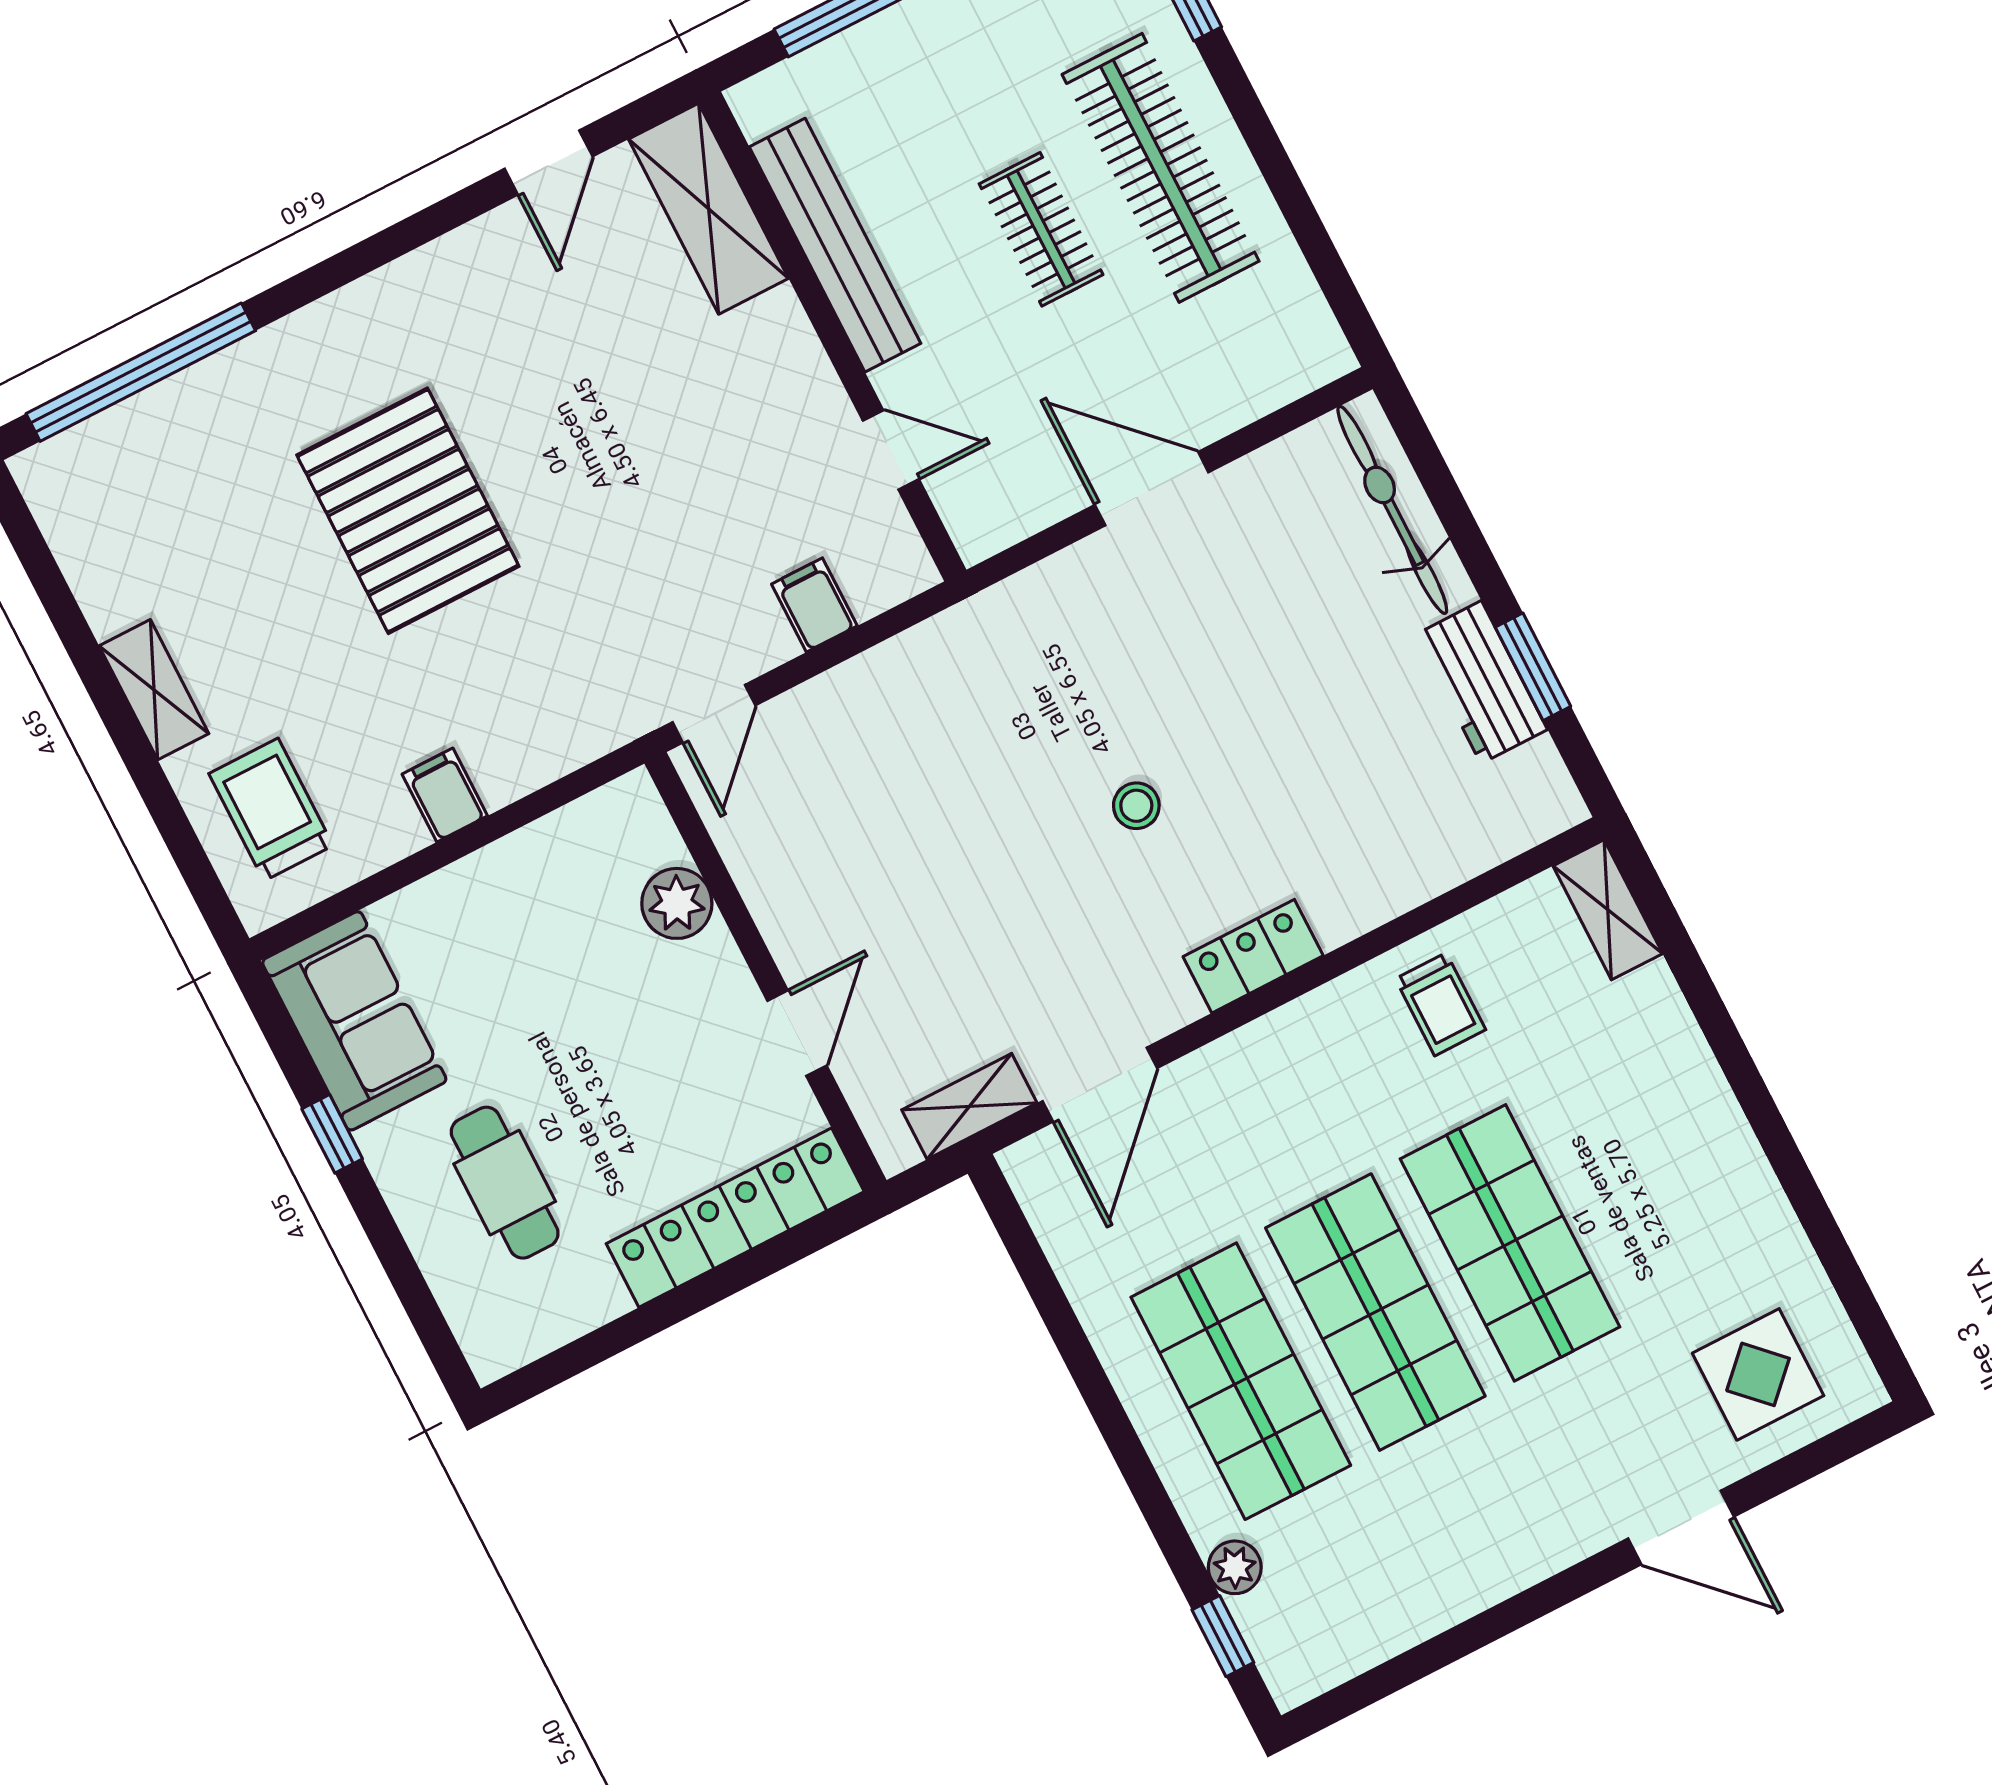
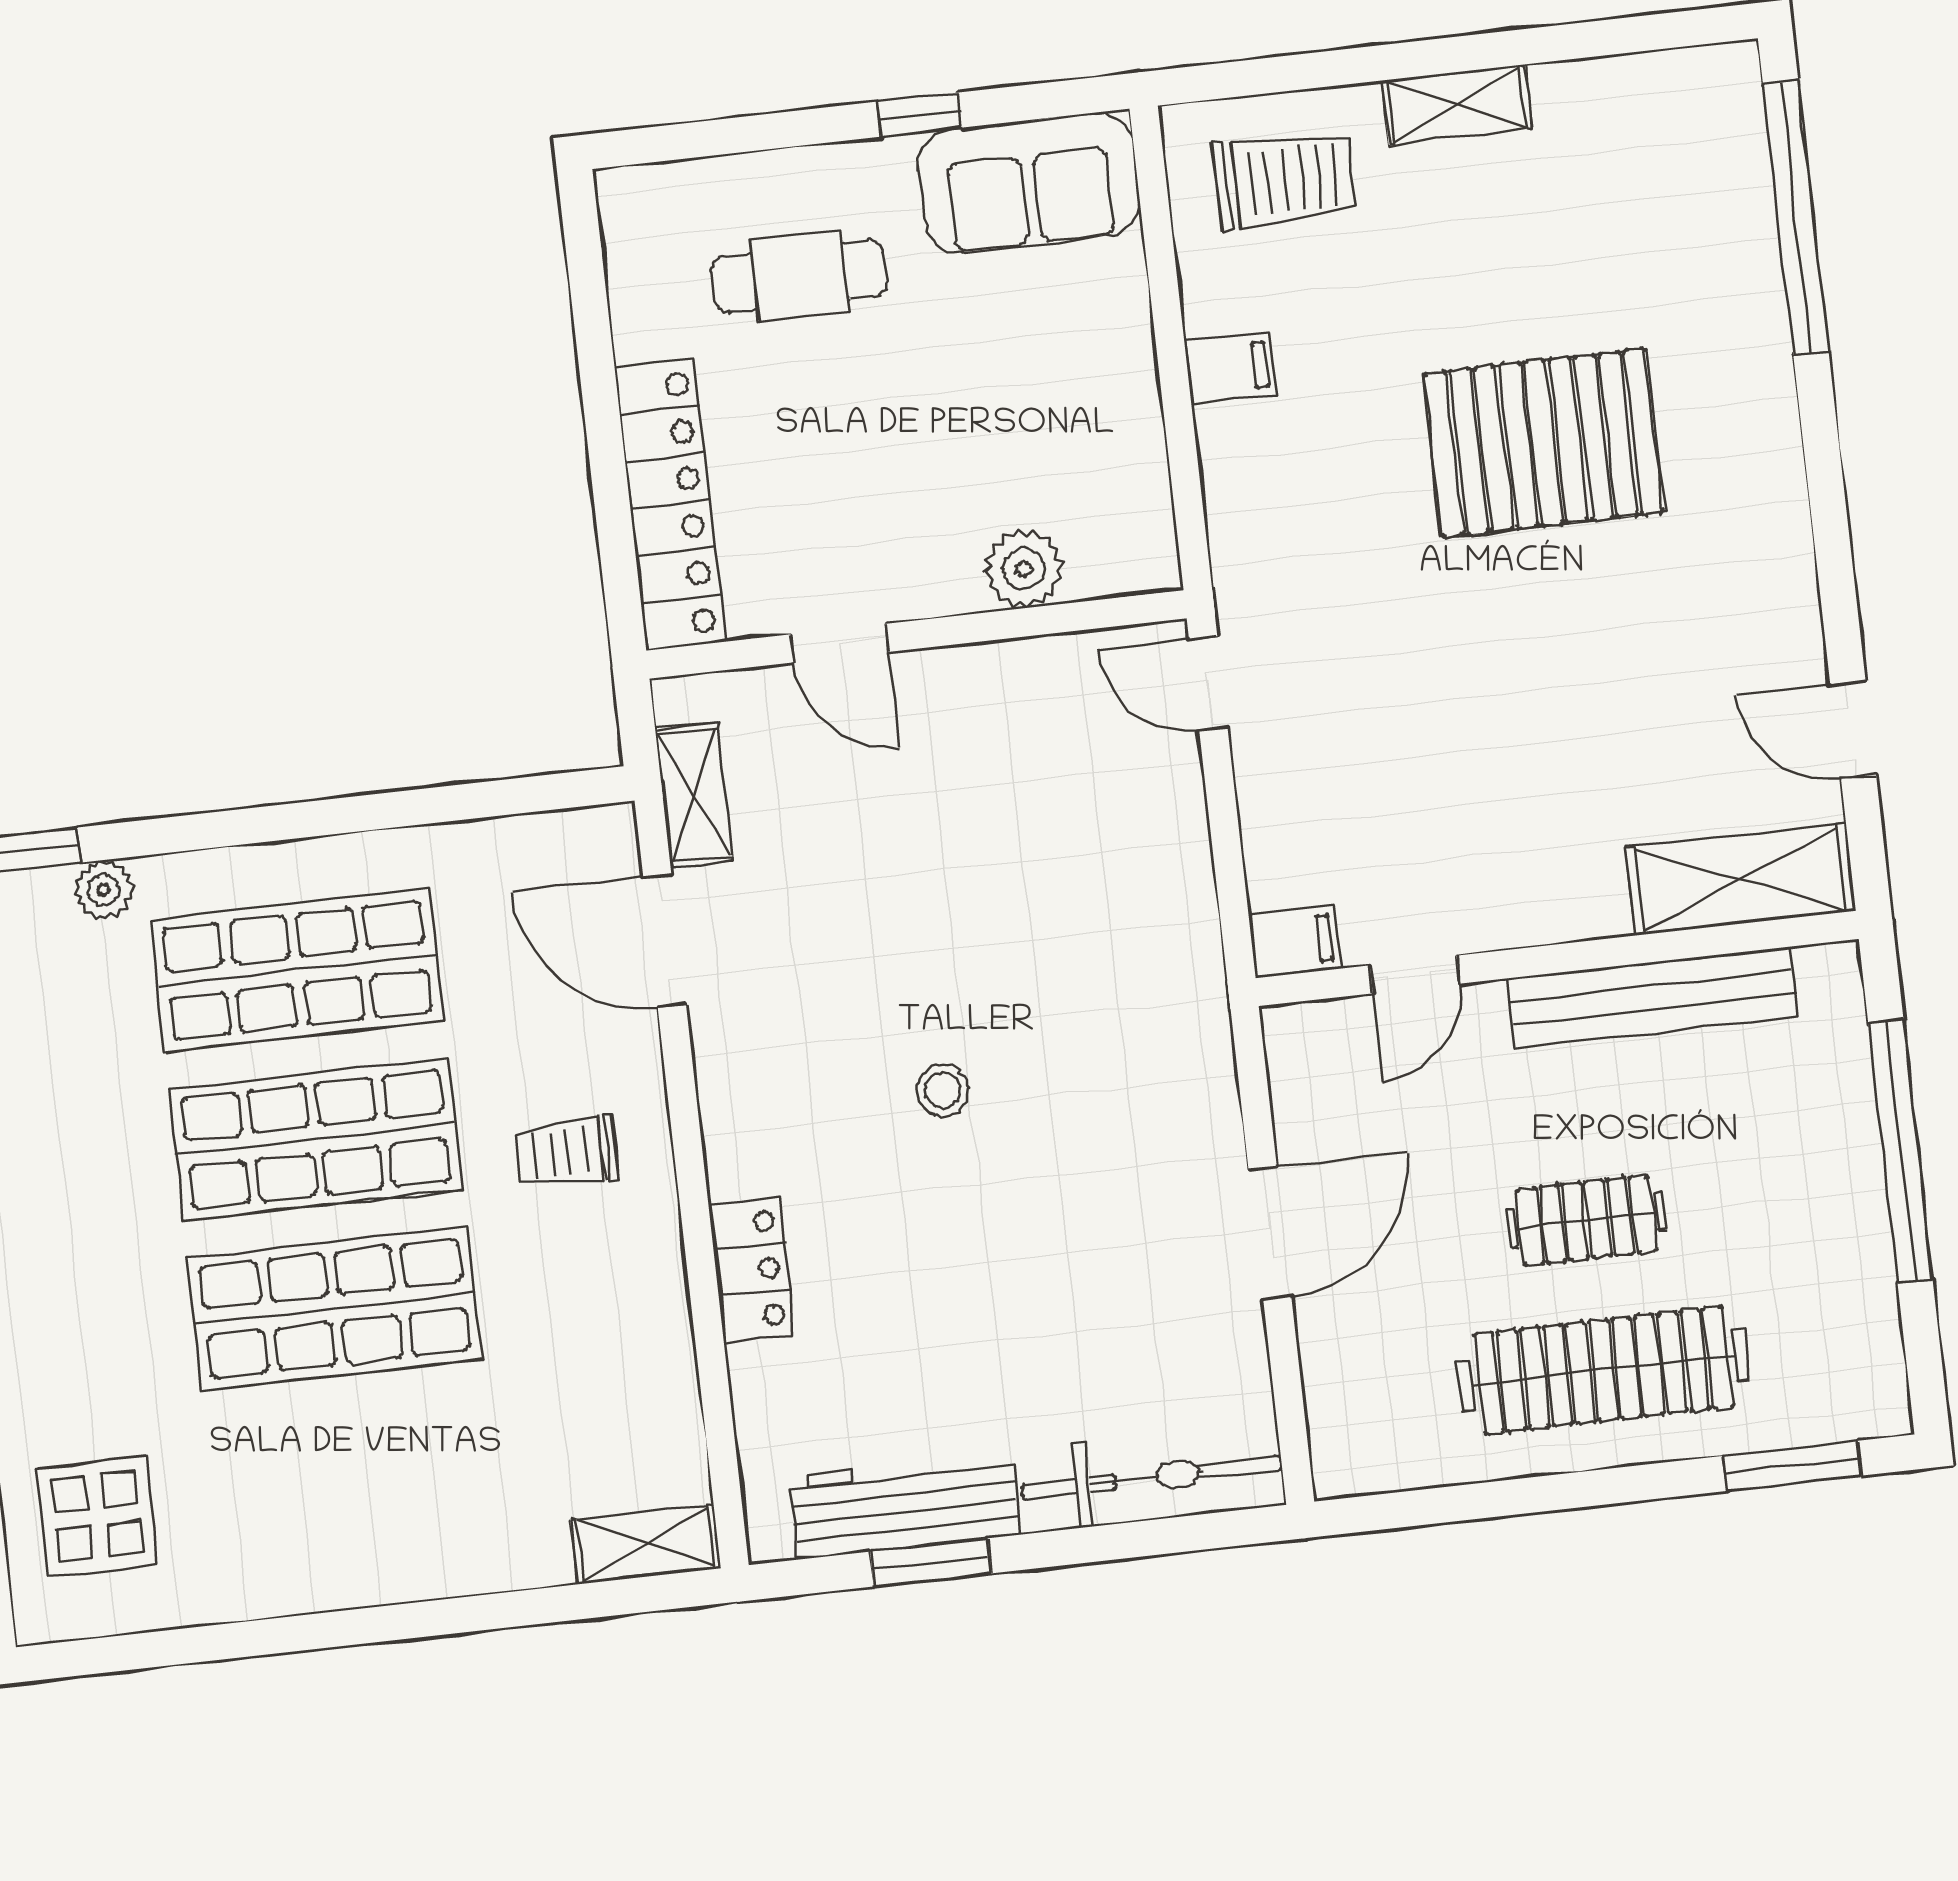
filing cabinet: (814, 605) -> (1295, 941), moved
workbench: (1481, 682) -> (905, 1505), width x1.38
locker: (1253, 956) -> (751, 1270), moved
trolley: (1440, 1004) -> (567, 1152), moved

